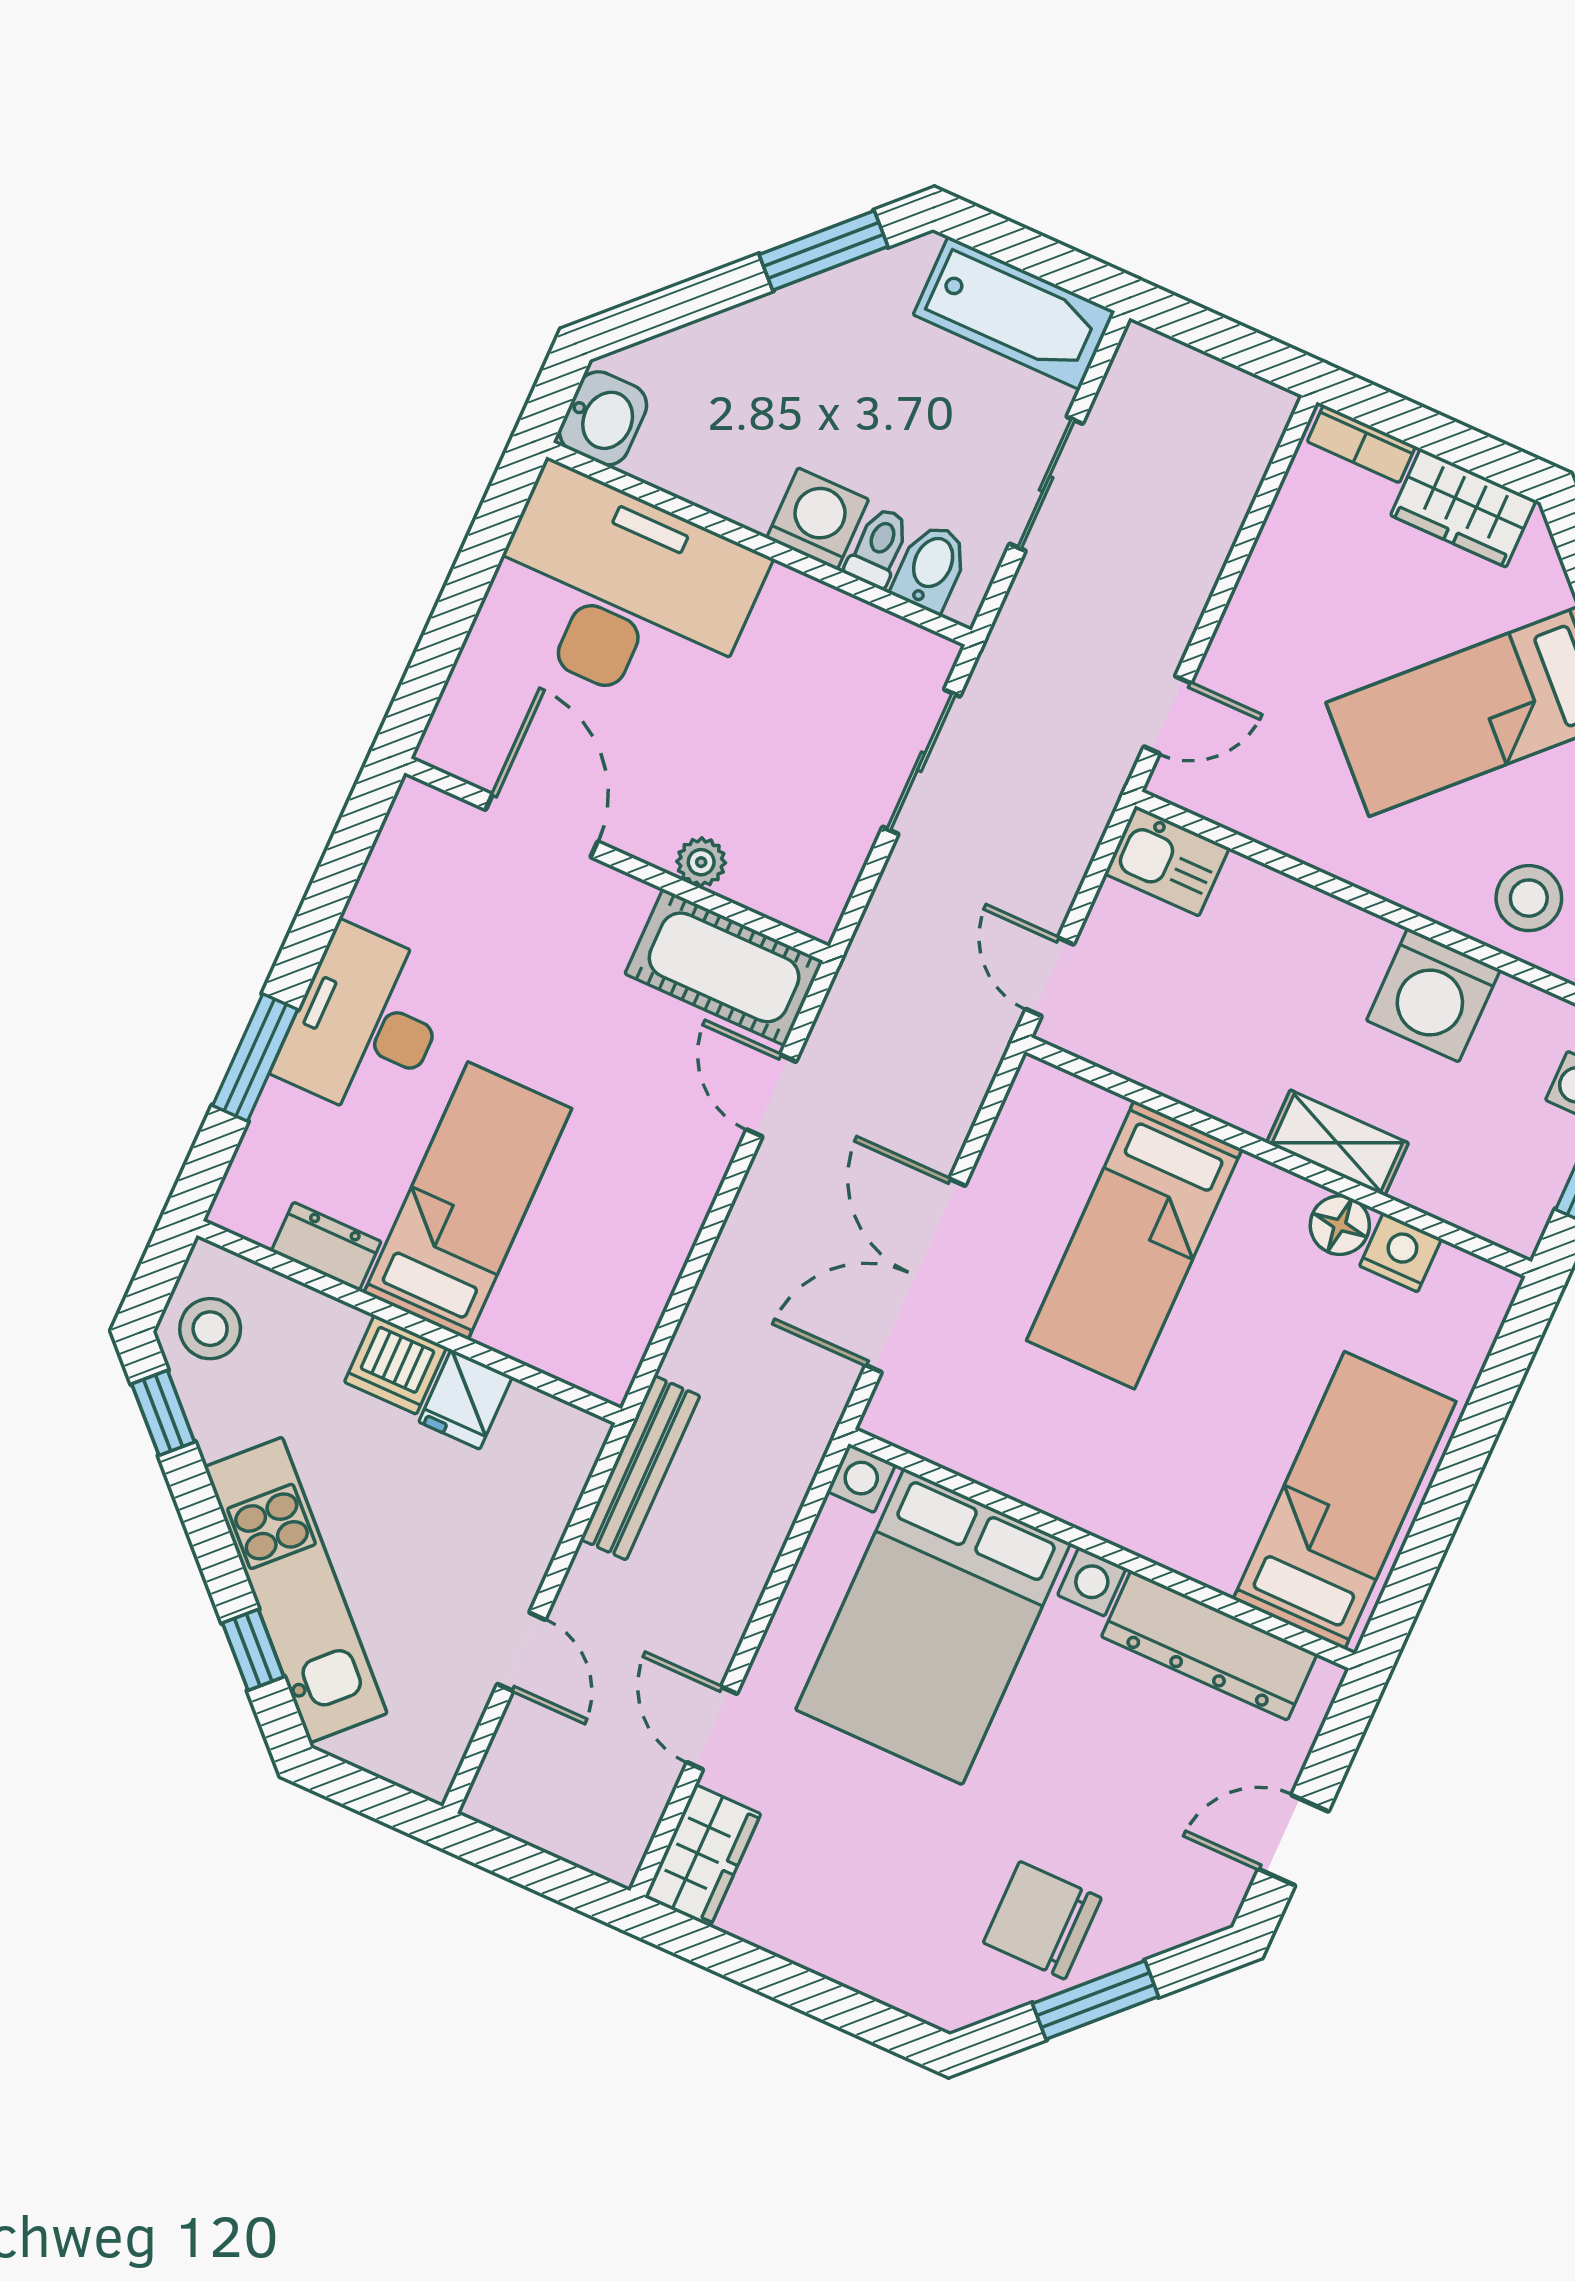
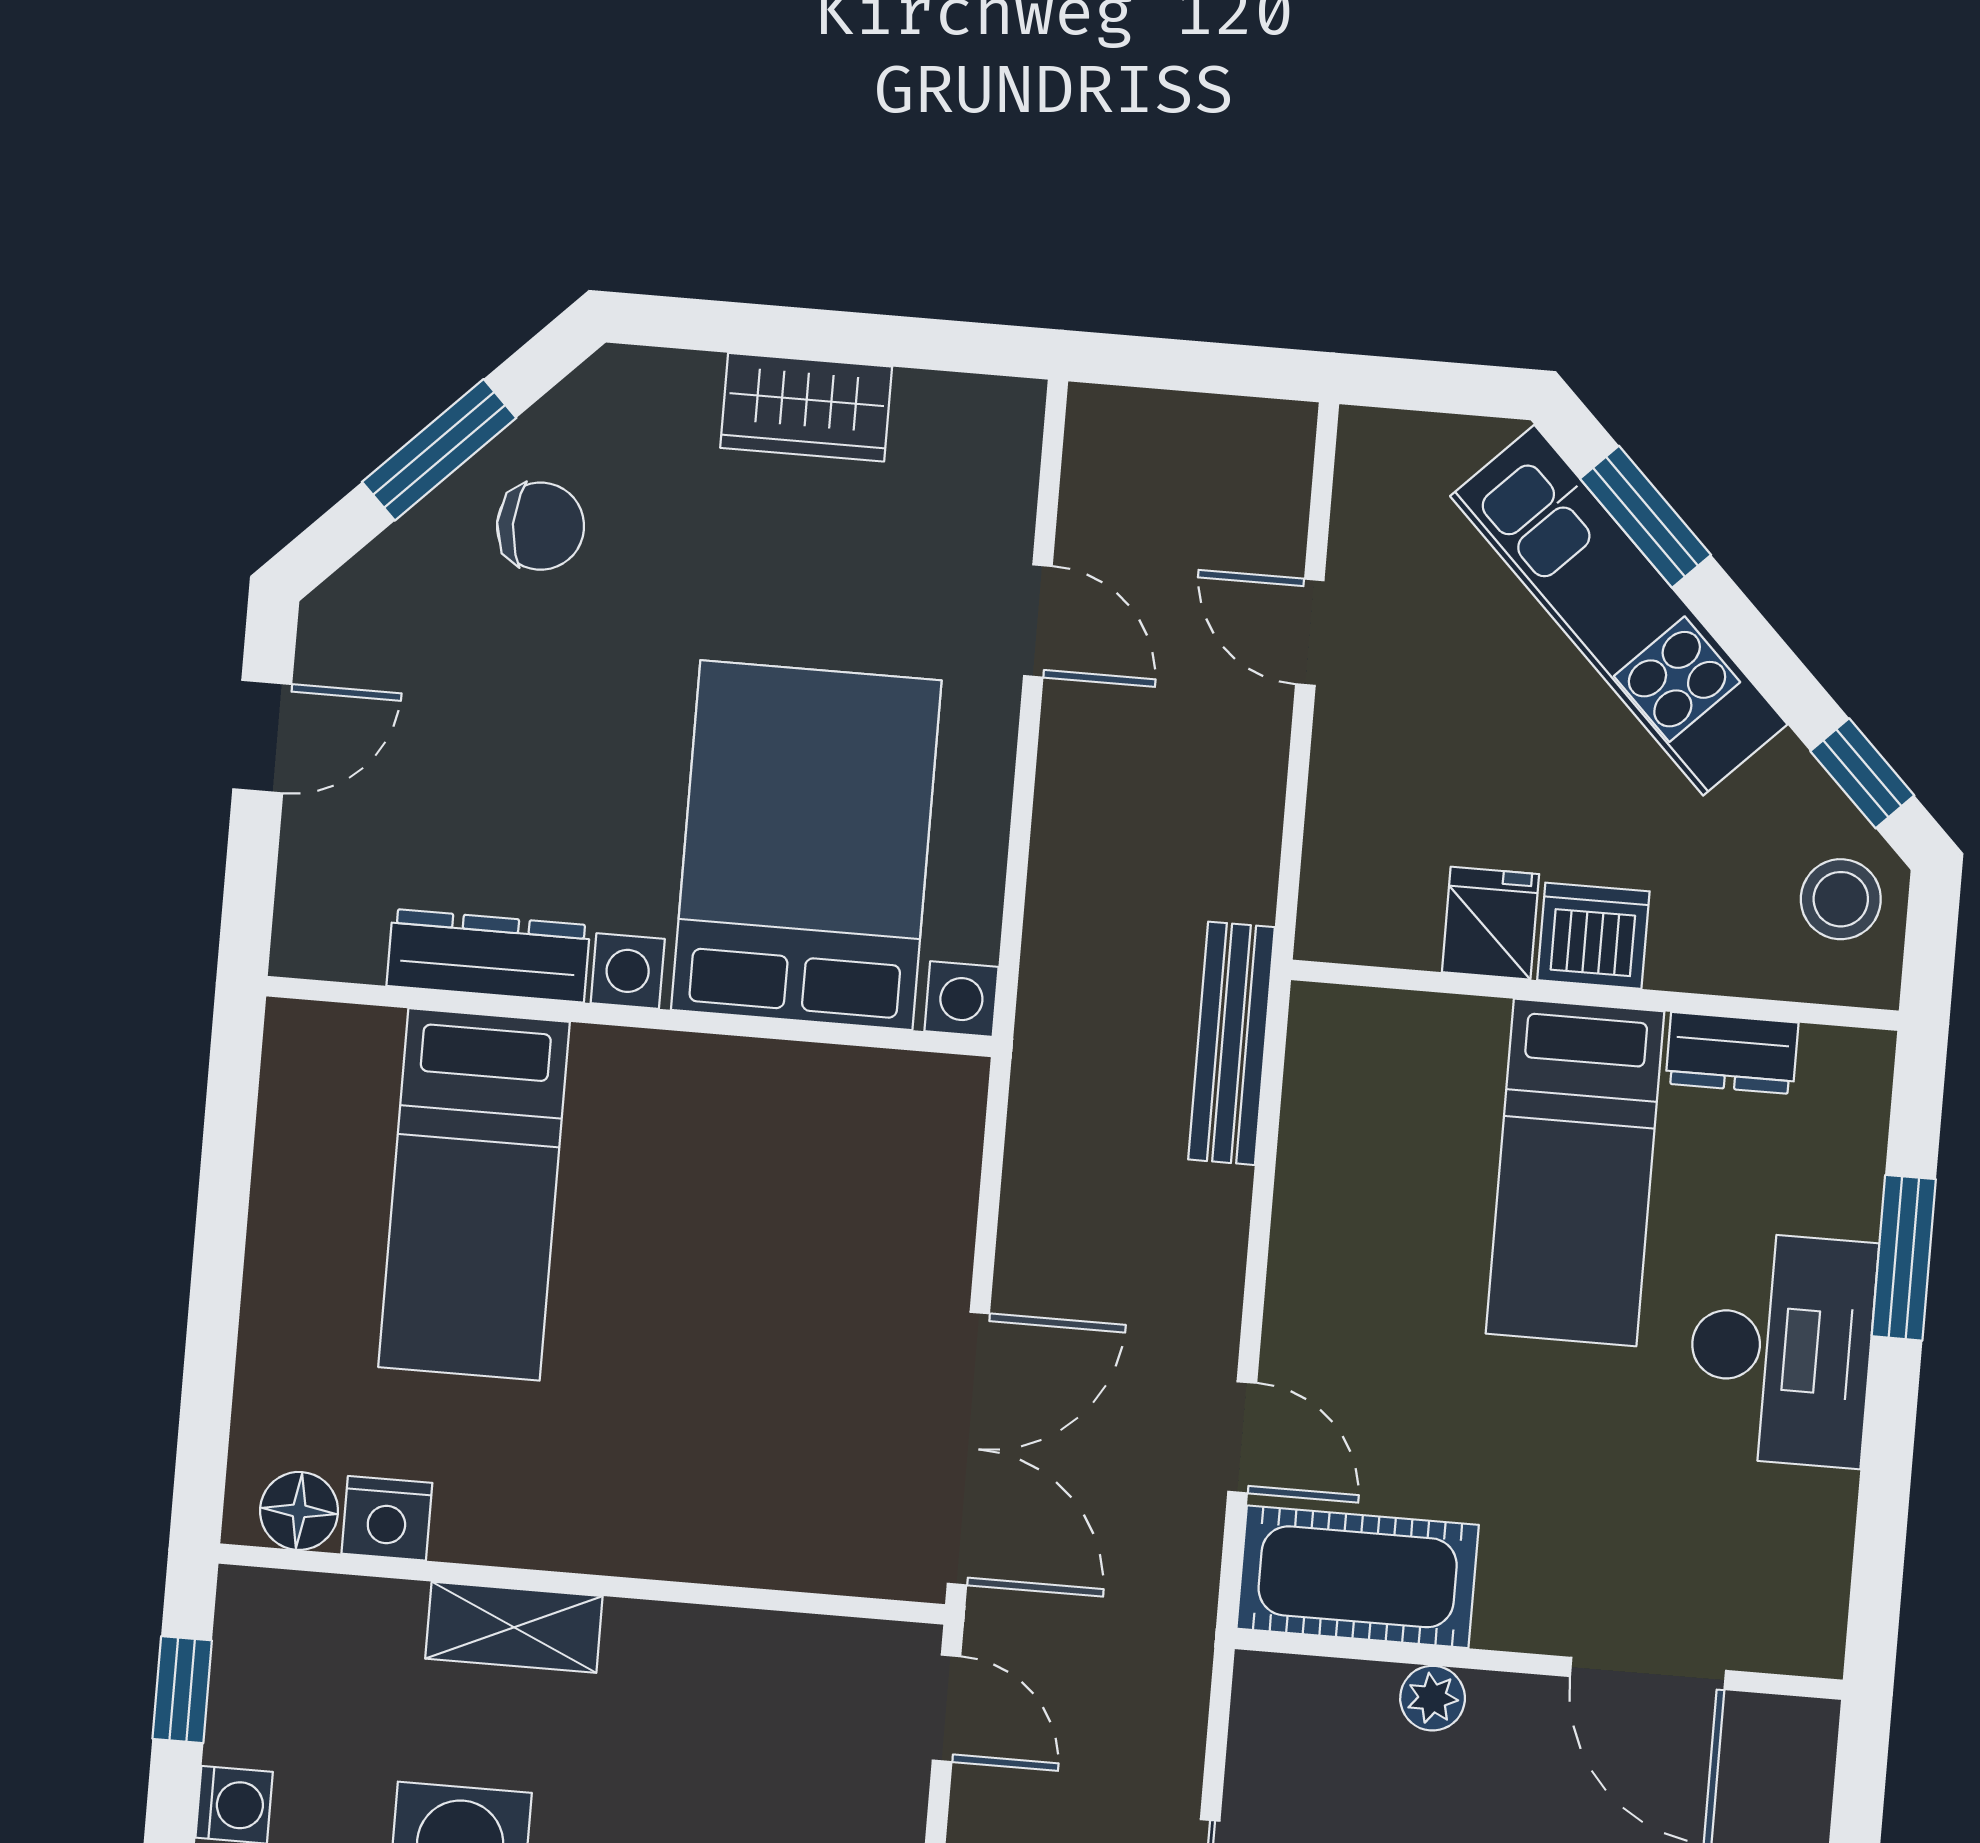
floor lamp: (1340, 1225) -> (299, 1511), moved
bed: (1134, 1245) -> (723, 1411), removed
double door: (915, 1275) -> (968, 1449), moved
bench: (640, 1468) -> (1232, 1043), moved
bed: (1345, 1500) -> (474, 1194), moved
dresser: (1209, 1645) -> (488, 956), width x0.73, depth x0.80
window: (253, 1650) -> (1646, 517), width x1.50
wardrobe: (703, 1856) -> (806, 407), moved, turned -90
chair: (1042, 1920) -> (541, 526), width x0.73, depth x0.73

